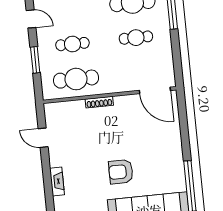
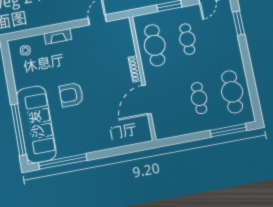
door: (155, 90) -> (147, 100), moved
armchair: (121, 172) -> (71, 95), turned -90

